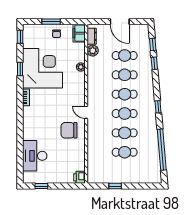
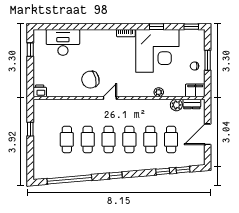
chair: (69, 130) -> (90, 80), turned -103

